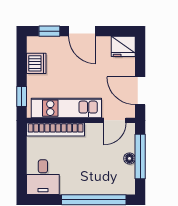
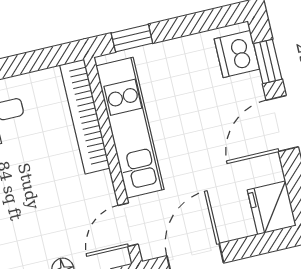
dishwasher: (36, 63) -> (237, 54), moved, turned 90
door: (115, 120) -> (128, 225), hinge flipped

